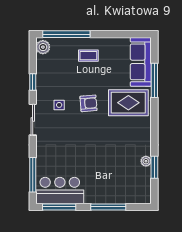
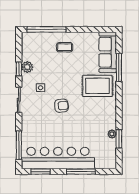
plant: (43, 47) -> (27, 67), moved
armchair: (89, 103) -> (61, 106), moved
bar counter: (60, 191) -> (58, 158), width x1.86
window: (59, 207) -> (41, 172), width x0.69

